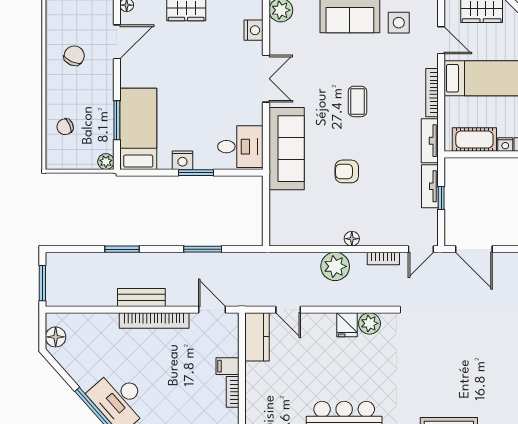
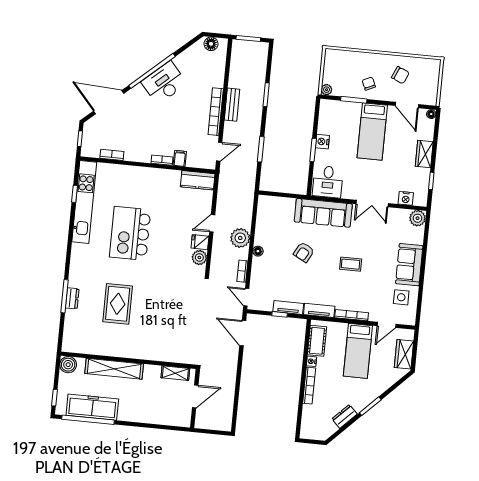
chair: (65, 127) -> (369, 84), moved
bed: (138, 129) -> (372, 132), moved, turned 90
armchair: (347, 171) -> (304, 252), turned -152
door: (474, 249) -> (243, 333), hinge flipped
door: (288, 310) -> (212, 223), moved

